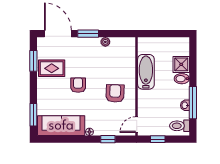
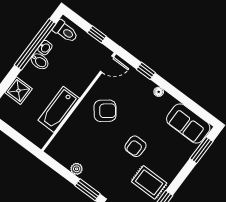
bidet: (182, 79) -> (39, 61), moved
armchair: (115, 93) -> (105, 111), turned -130
window: (193, 103) -> (35, 44), width x1.46
sofa: (61, 126) -> (188, 123), width x0.73

